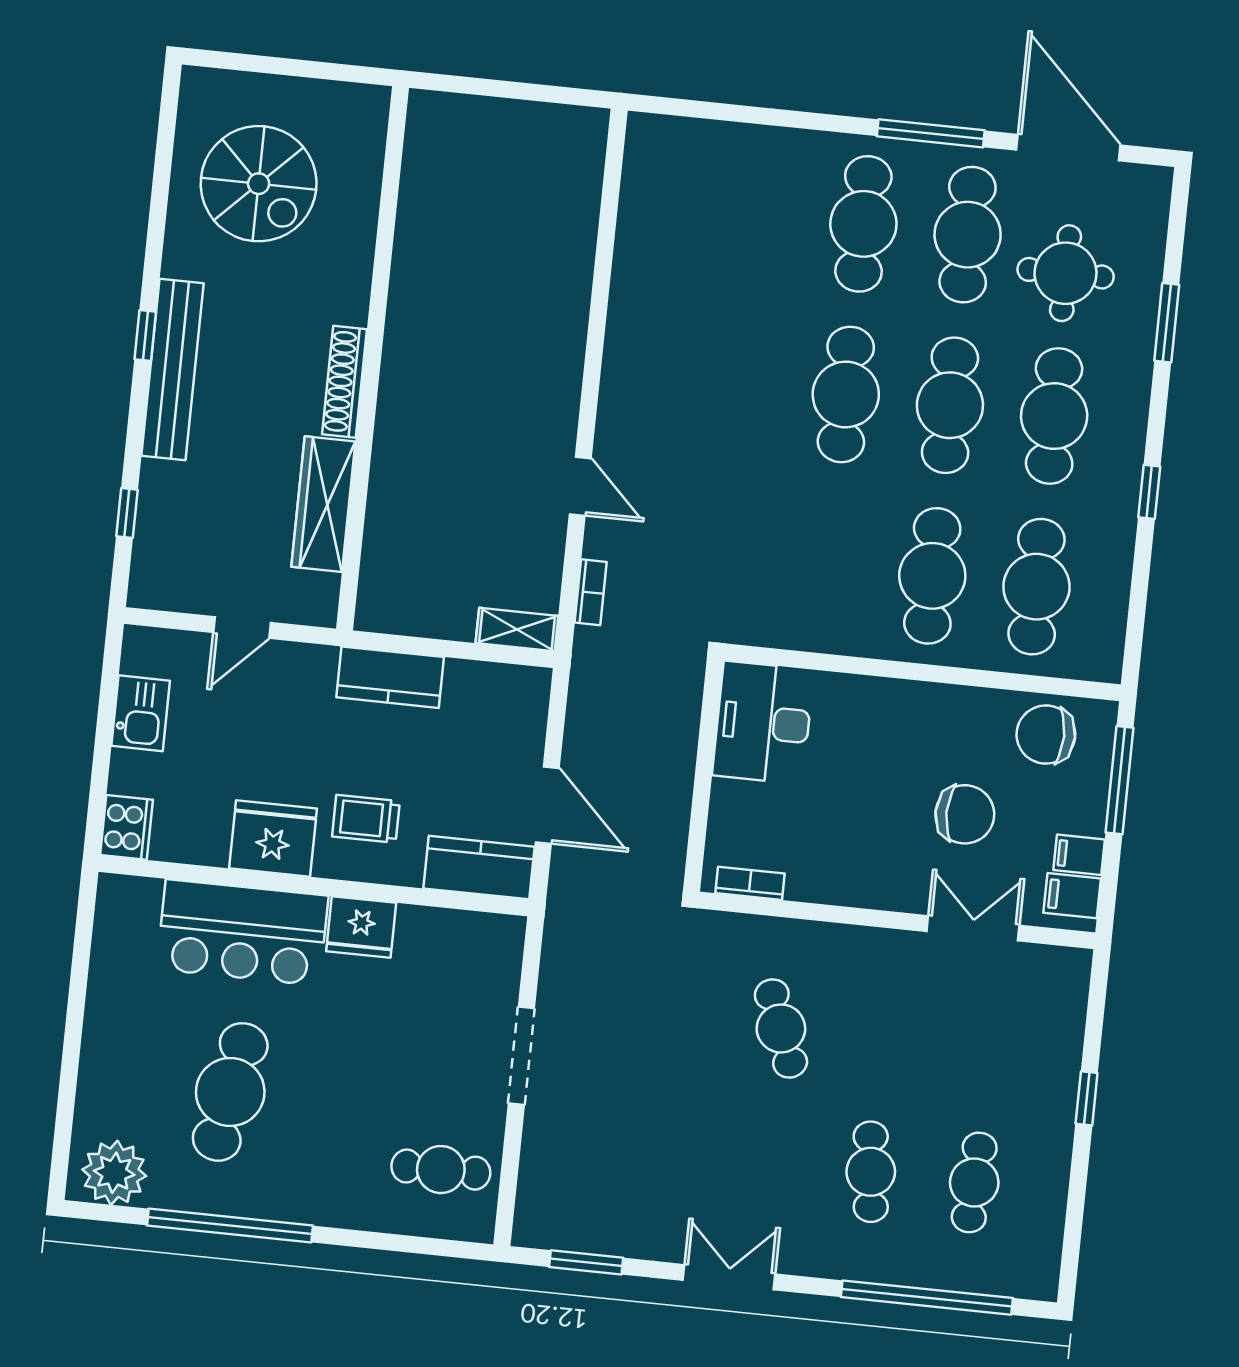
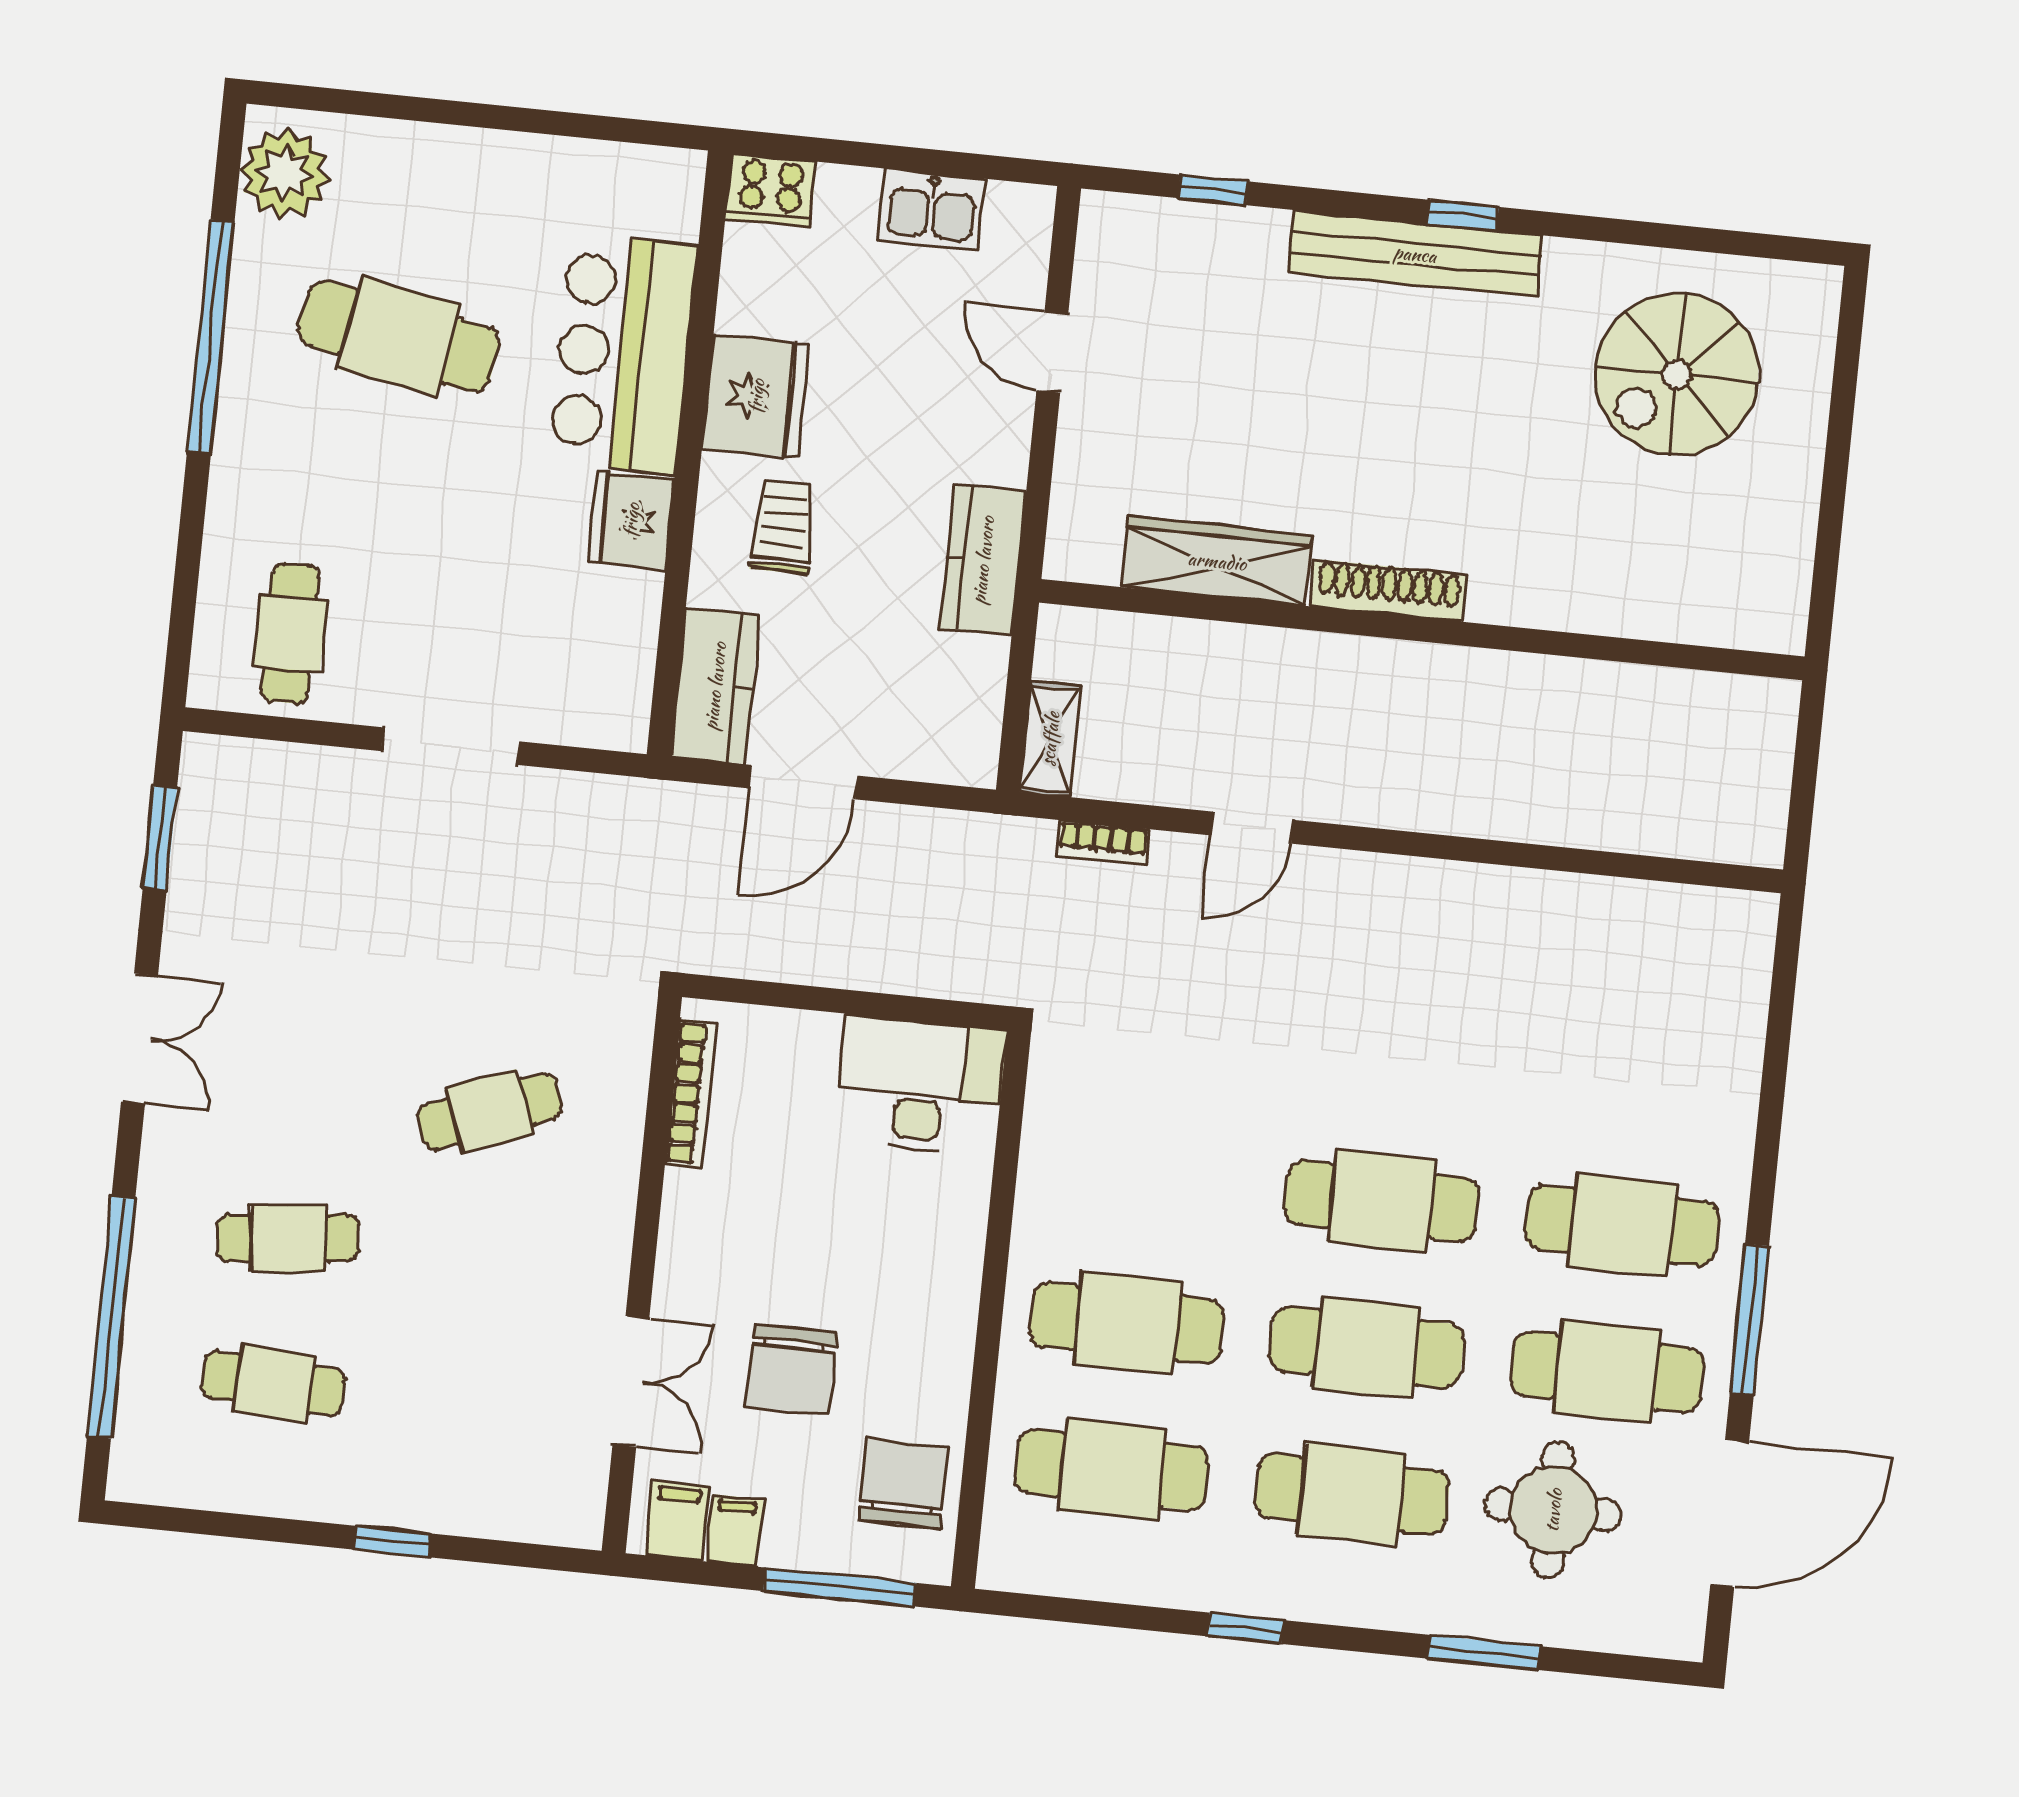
wall: (372, 358) -> (1422, 630), moved
shoe rack: (345, 382) -> (1389, 590), moved
wardrobe: (323, 504) -> (1217, 561), moved
bookcase: (750, 883) -> (691, 1094), width x1.56

